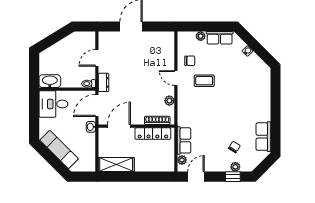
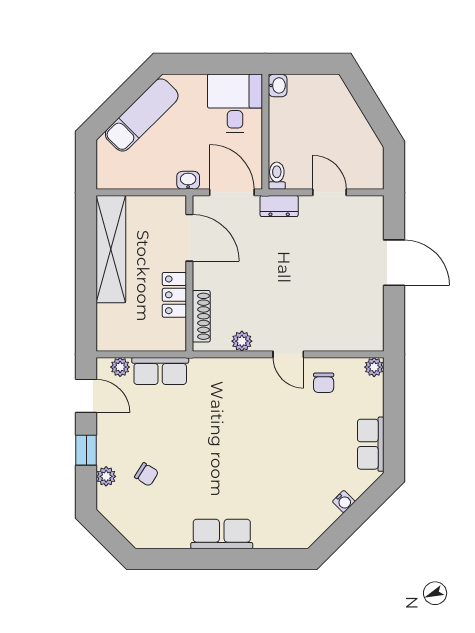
plant: (201, 36) -> (374, 367), moved
door: (176, 78) -> (288, 354), swing flipped
washbasin: (50, 81) -> (278, 85), width x0.52, depth x0.69
coffee table: (204, 81) -> (283, 413), removed
locker: (153, 134) -> (174, 295), width x0.66
row of seats: (263, 137) -> (222, 534), moved
shelving: (116, 164) -> (111, 249), width x1.47
window: (233, 177) -> (86, 450), moved

